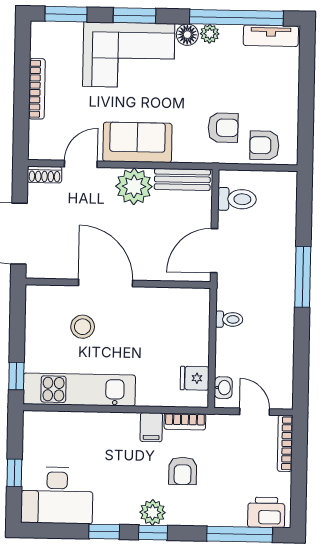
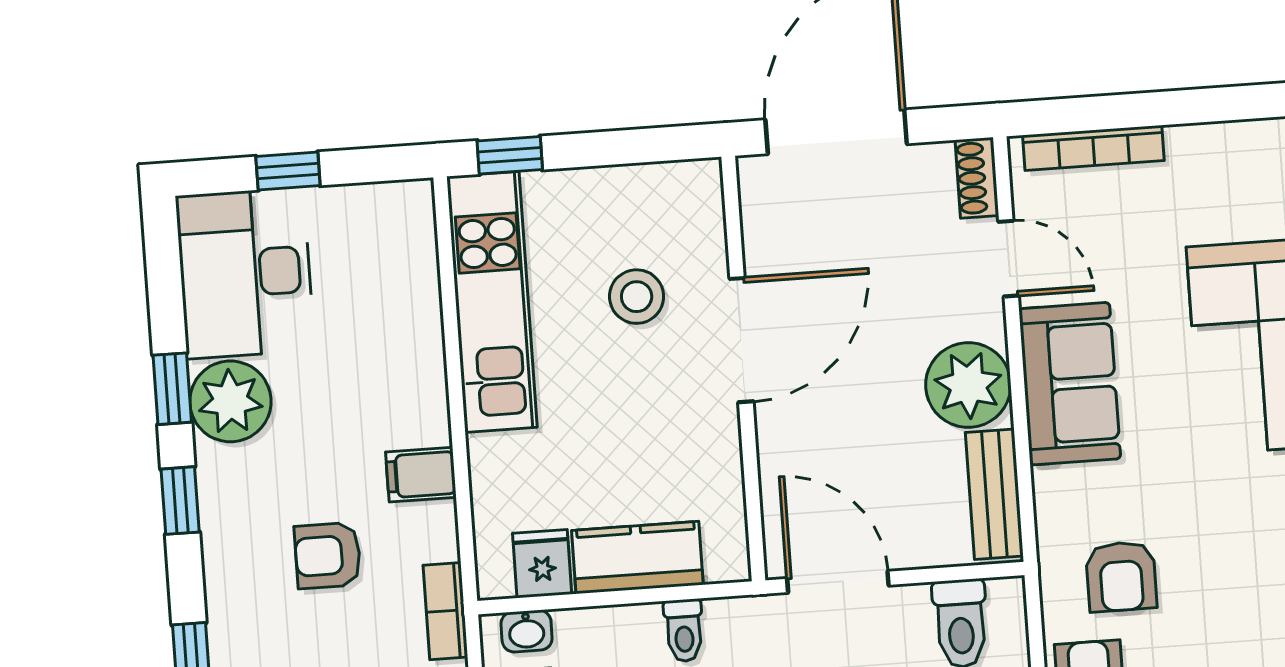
bookcase: (37, 89) -> (1093, 148), moved
kitchen counter: (196, 337) -> (637, 558), added
bookcase: (185, 421) -> (445, 611), moved
plant: (153, 512) -> (230, 401), moved, width x1.36, depth x1.36

